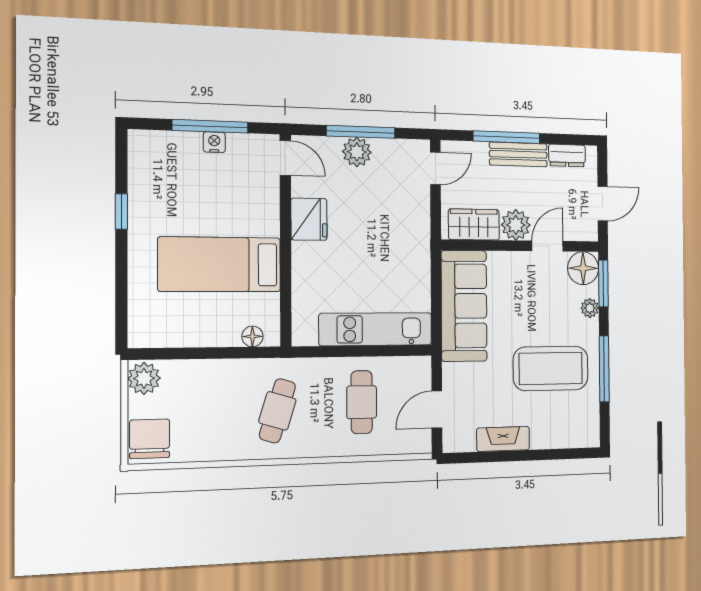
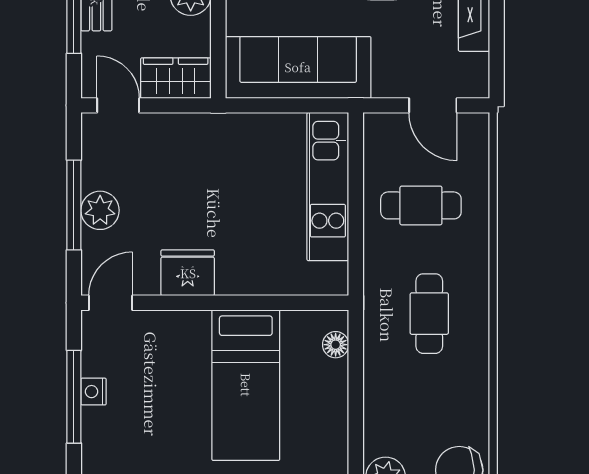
wardrobe: (474, 224) -> (176, 78), moved, turned 90
cafe table: (277, 411) -> (429, 314), turned 73

